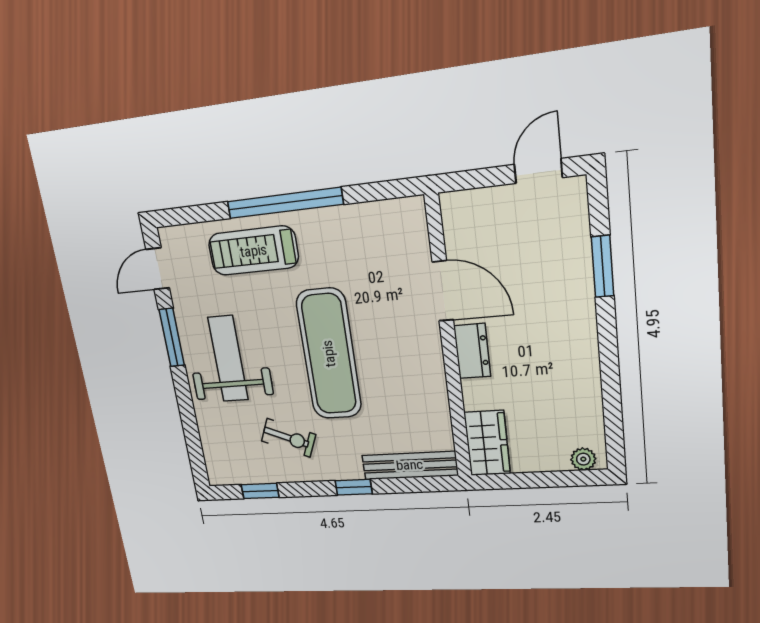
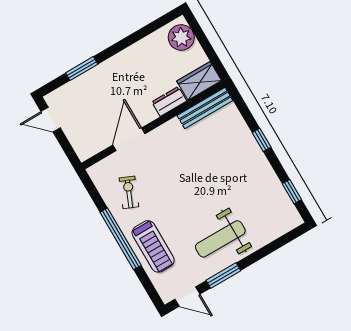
dresser: (472, 351) -> (169, 101), moved
exercise mat: (329, 354) -> (191, 184), removed
exercise bike: (289, 438) -> (129, 192), moved
plant: (583, 459) -> (181, 37), width x1.87, depth x1.87
bench: (410, 465) -> (205, 108), moved, turned 90

